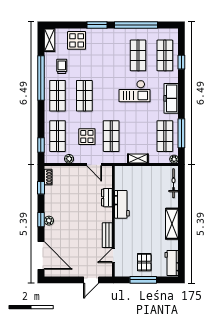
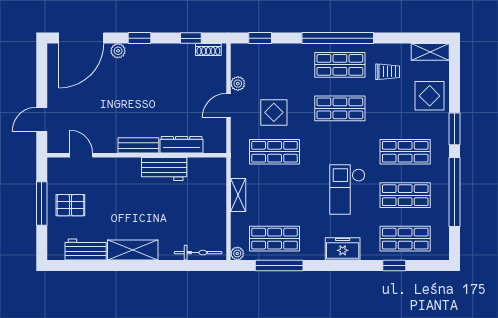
window: (41, 78) -> (338, 38), moved
freezer: (171, 98) -> (343, 249), width x0.71
shop shelf: (58, 136) -> (405, 152), moved
door: (94, 165) -> (228, 106), moved
dresser: (107, 198) -> (182, 145), width x1.44
plant: (49, 221) -> (118, 51), moved
bench: (107, 235) -> (138, 145), moved
workbench: (172, 263) -> (86, 250), moved
door: (91, 280) -> (42, 119), hinge flipped

